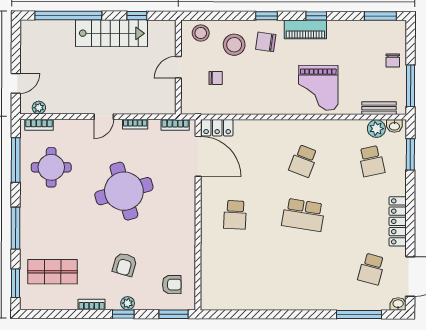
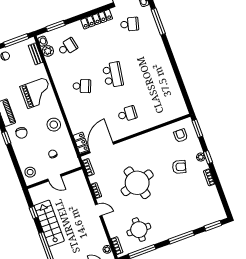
stool: (234, 45) -> (54, 125), moved
shop shelf: (53, 272) -> (199, 207), removed

